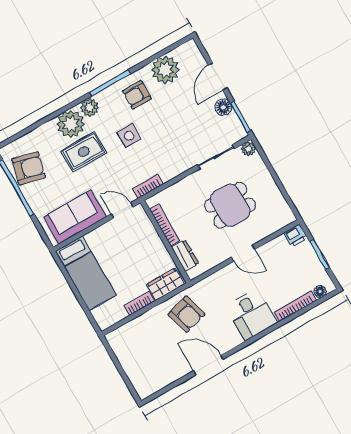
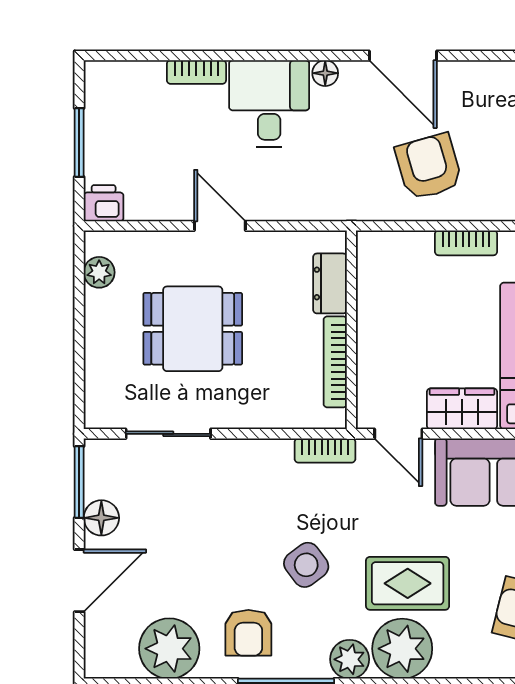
armchair: (137, 95) -> (248, 633), turned 90
side table: (129, 136) -> (306, 565), turned -37
plant: (248, 149) -> (99, 272), moved
wardrobe: (165, 284) -> (462, 409), moved, turned 180
floor lamp: (320, 292) -> (325, 73), moved
bookcase: (295, 306) -> (196, 72), width x0.64
armchair: (186, 314) -> (429, 167), moved

